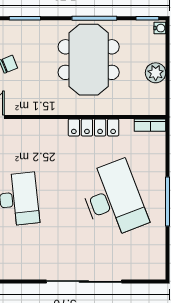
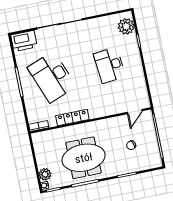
meeting table: (89, 60) -> (84, 158), turned 90
plant: (156, 73) -> (45, 174), moved
printer: (146, 266) -> (24, 41), added

